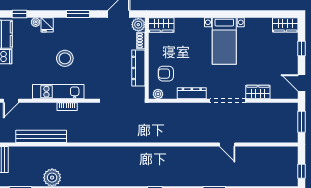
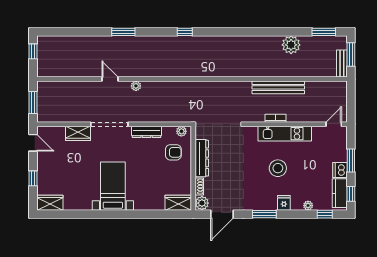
fridge: (47, 25) -> (284, 203), moved
bench: (41, 136) -> (278, 87), moved
plant: (202, 138) -> (136, 86), added

